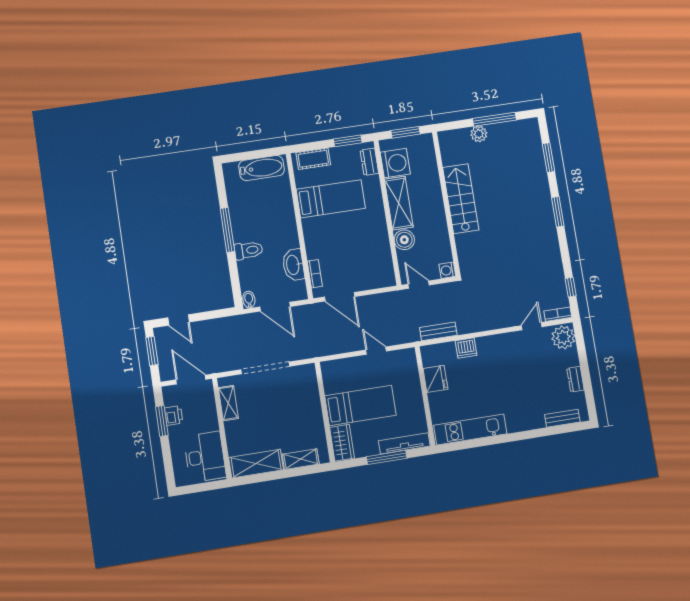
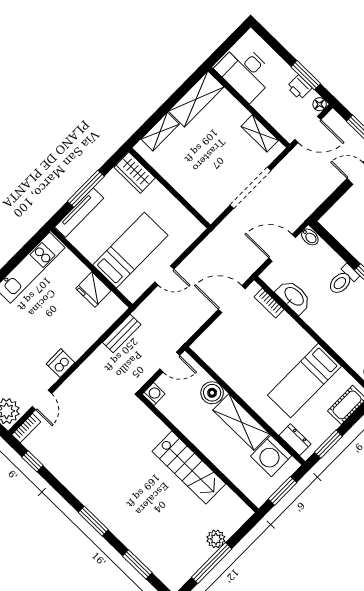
dishwasher: (466, 348) -> (60, 363), moved
floor lamp: (168, 392) -> (320, 104), added
bed: (360, 406) -> (130, 250), moved, turned 180

